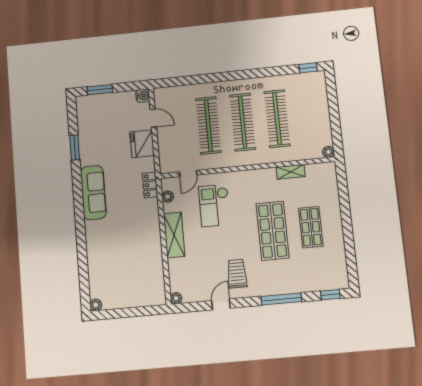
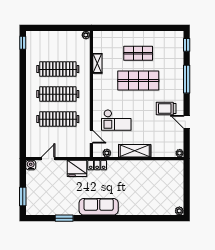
fridge: (142, 144) -> (77, 168), moved

